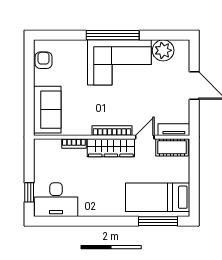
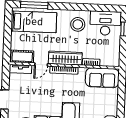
sofa: (47, 110) -> (102, 78), moved, turned -90
stool: (95, 196) -> (78, 24), added

